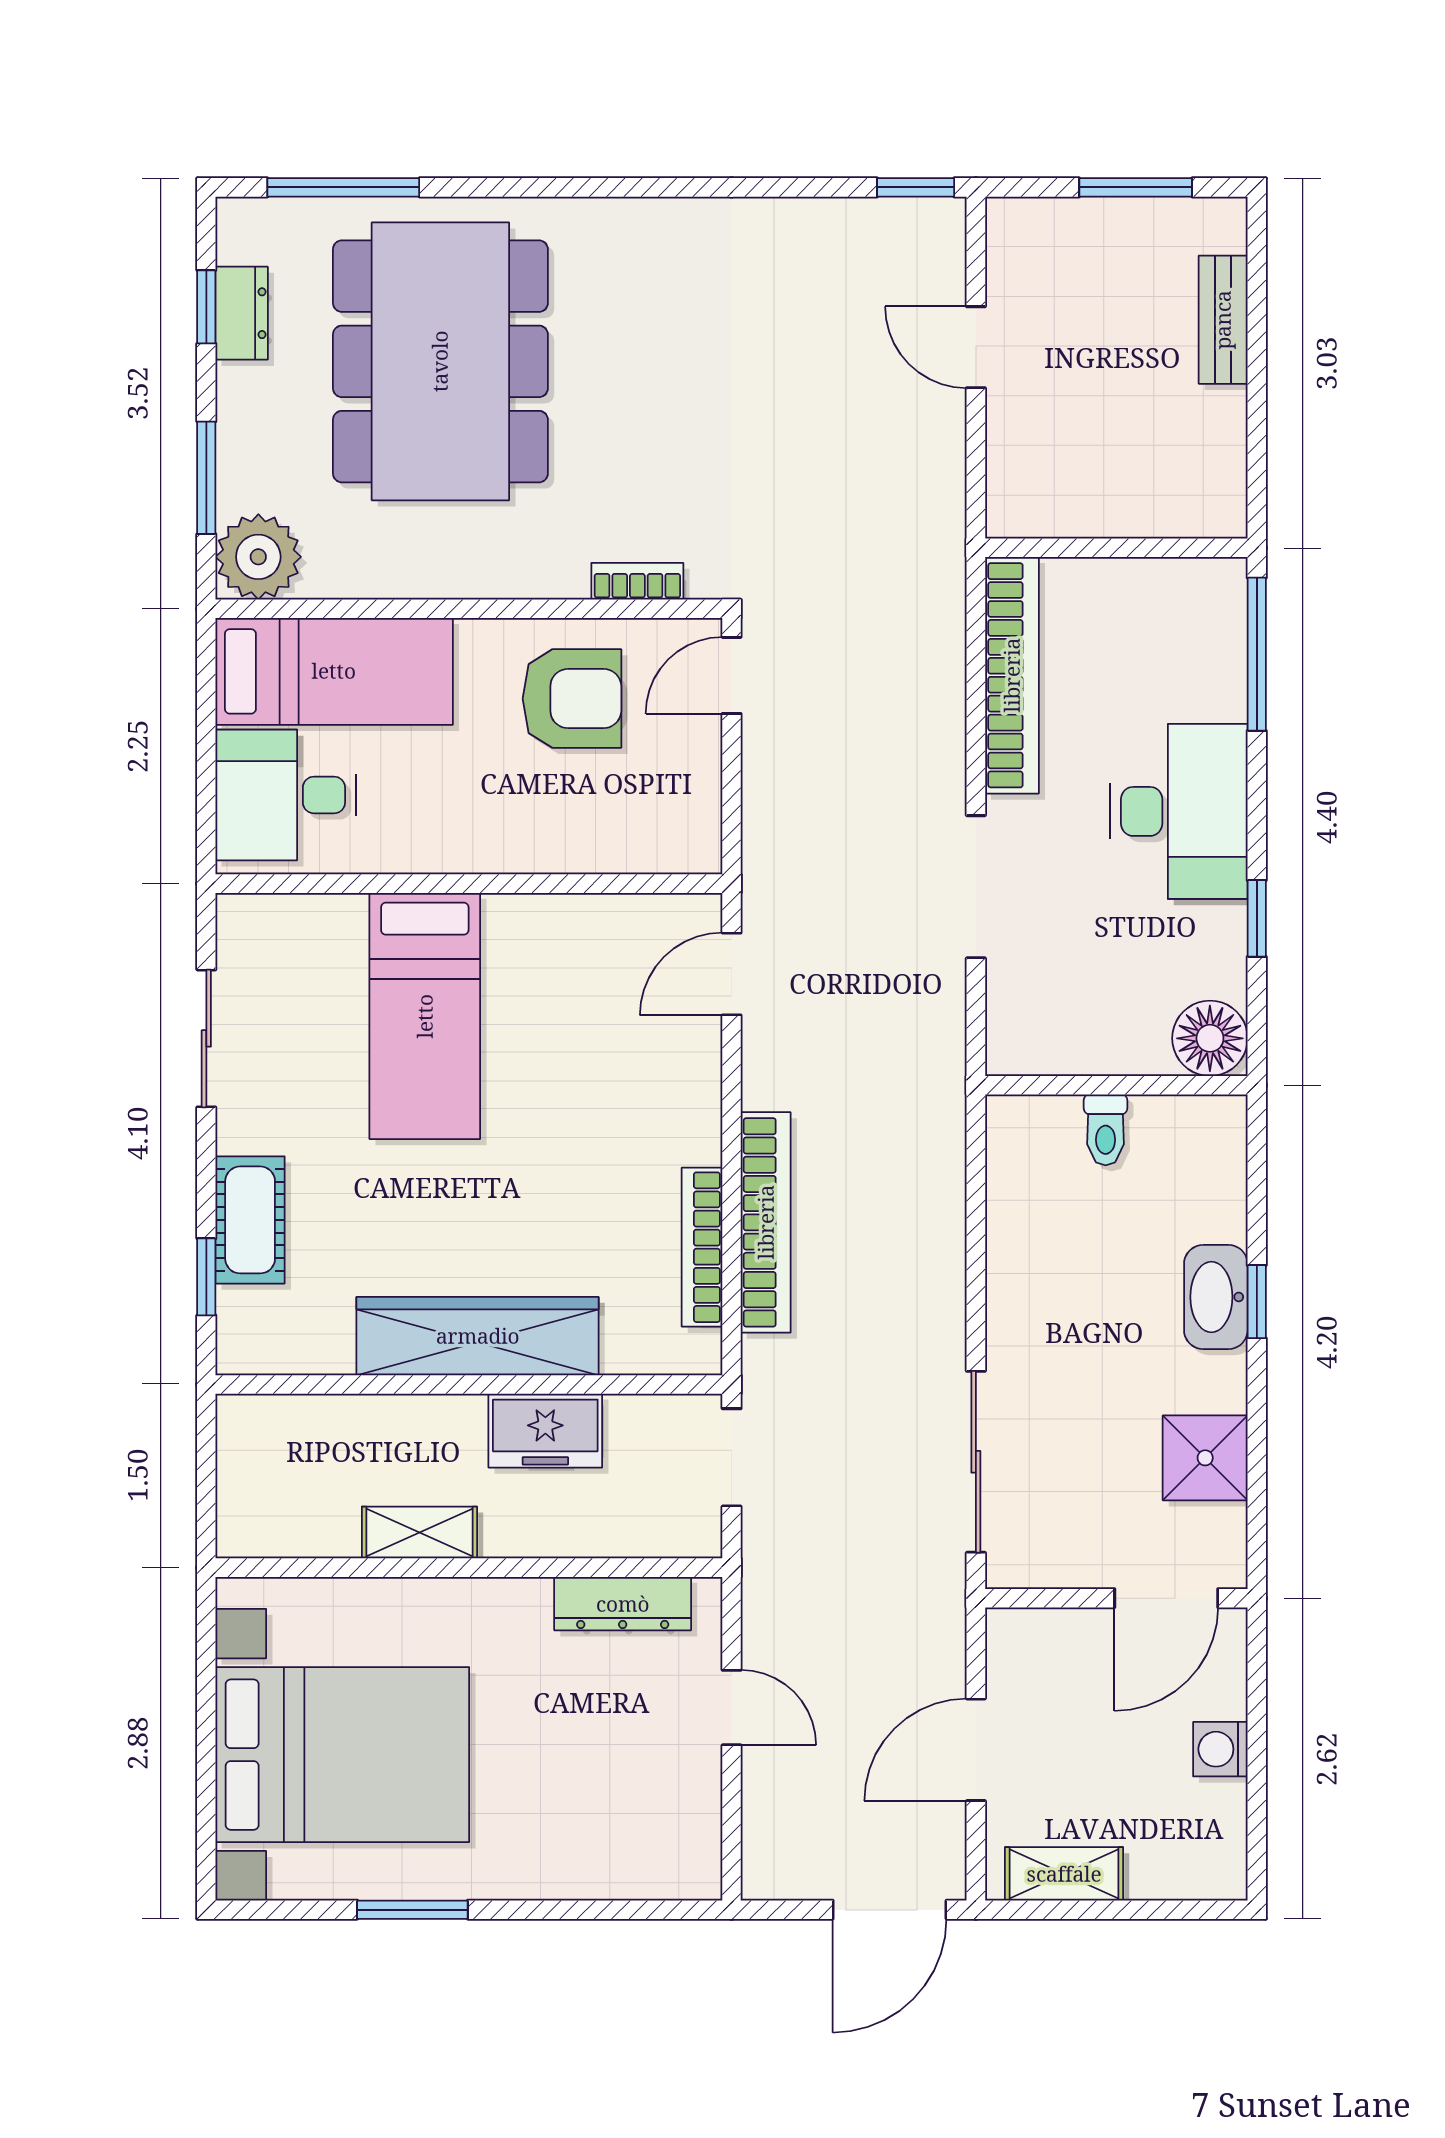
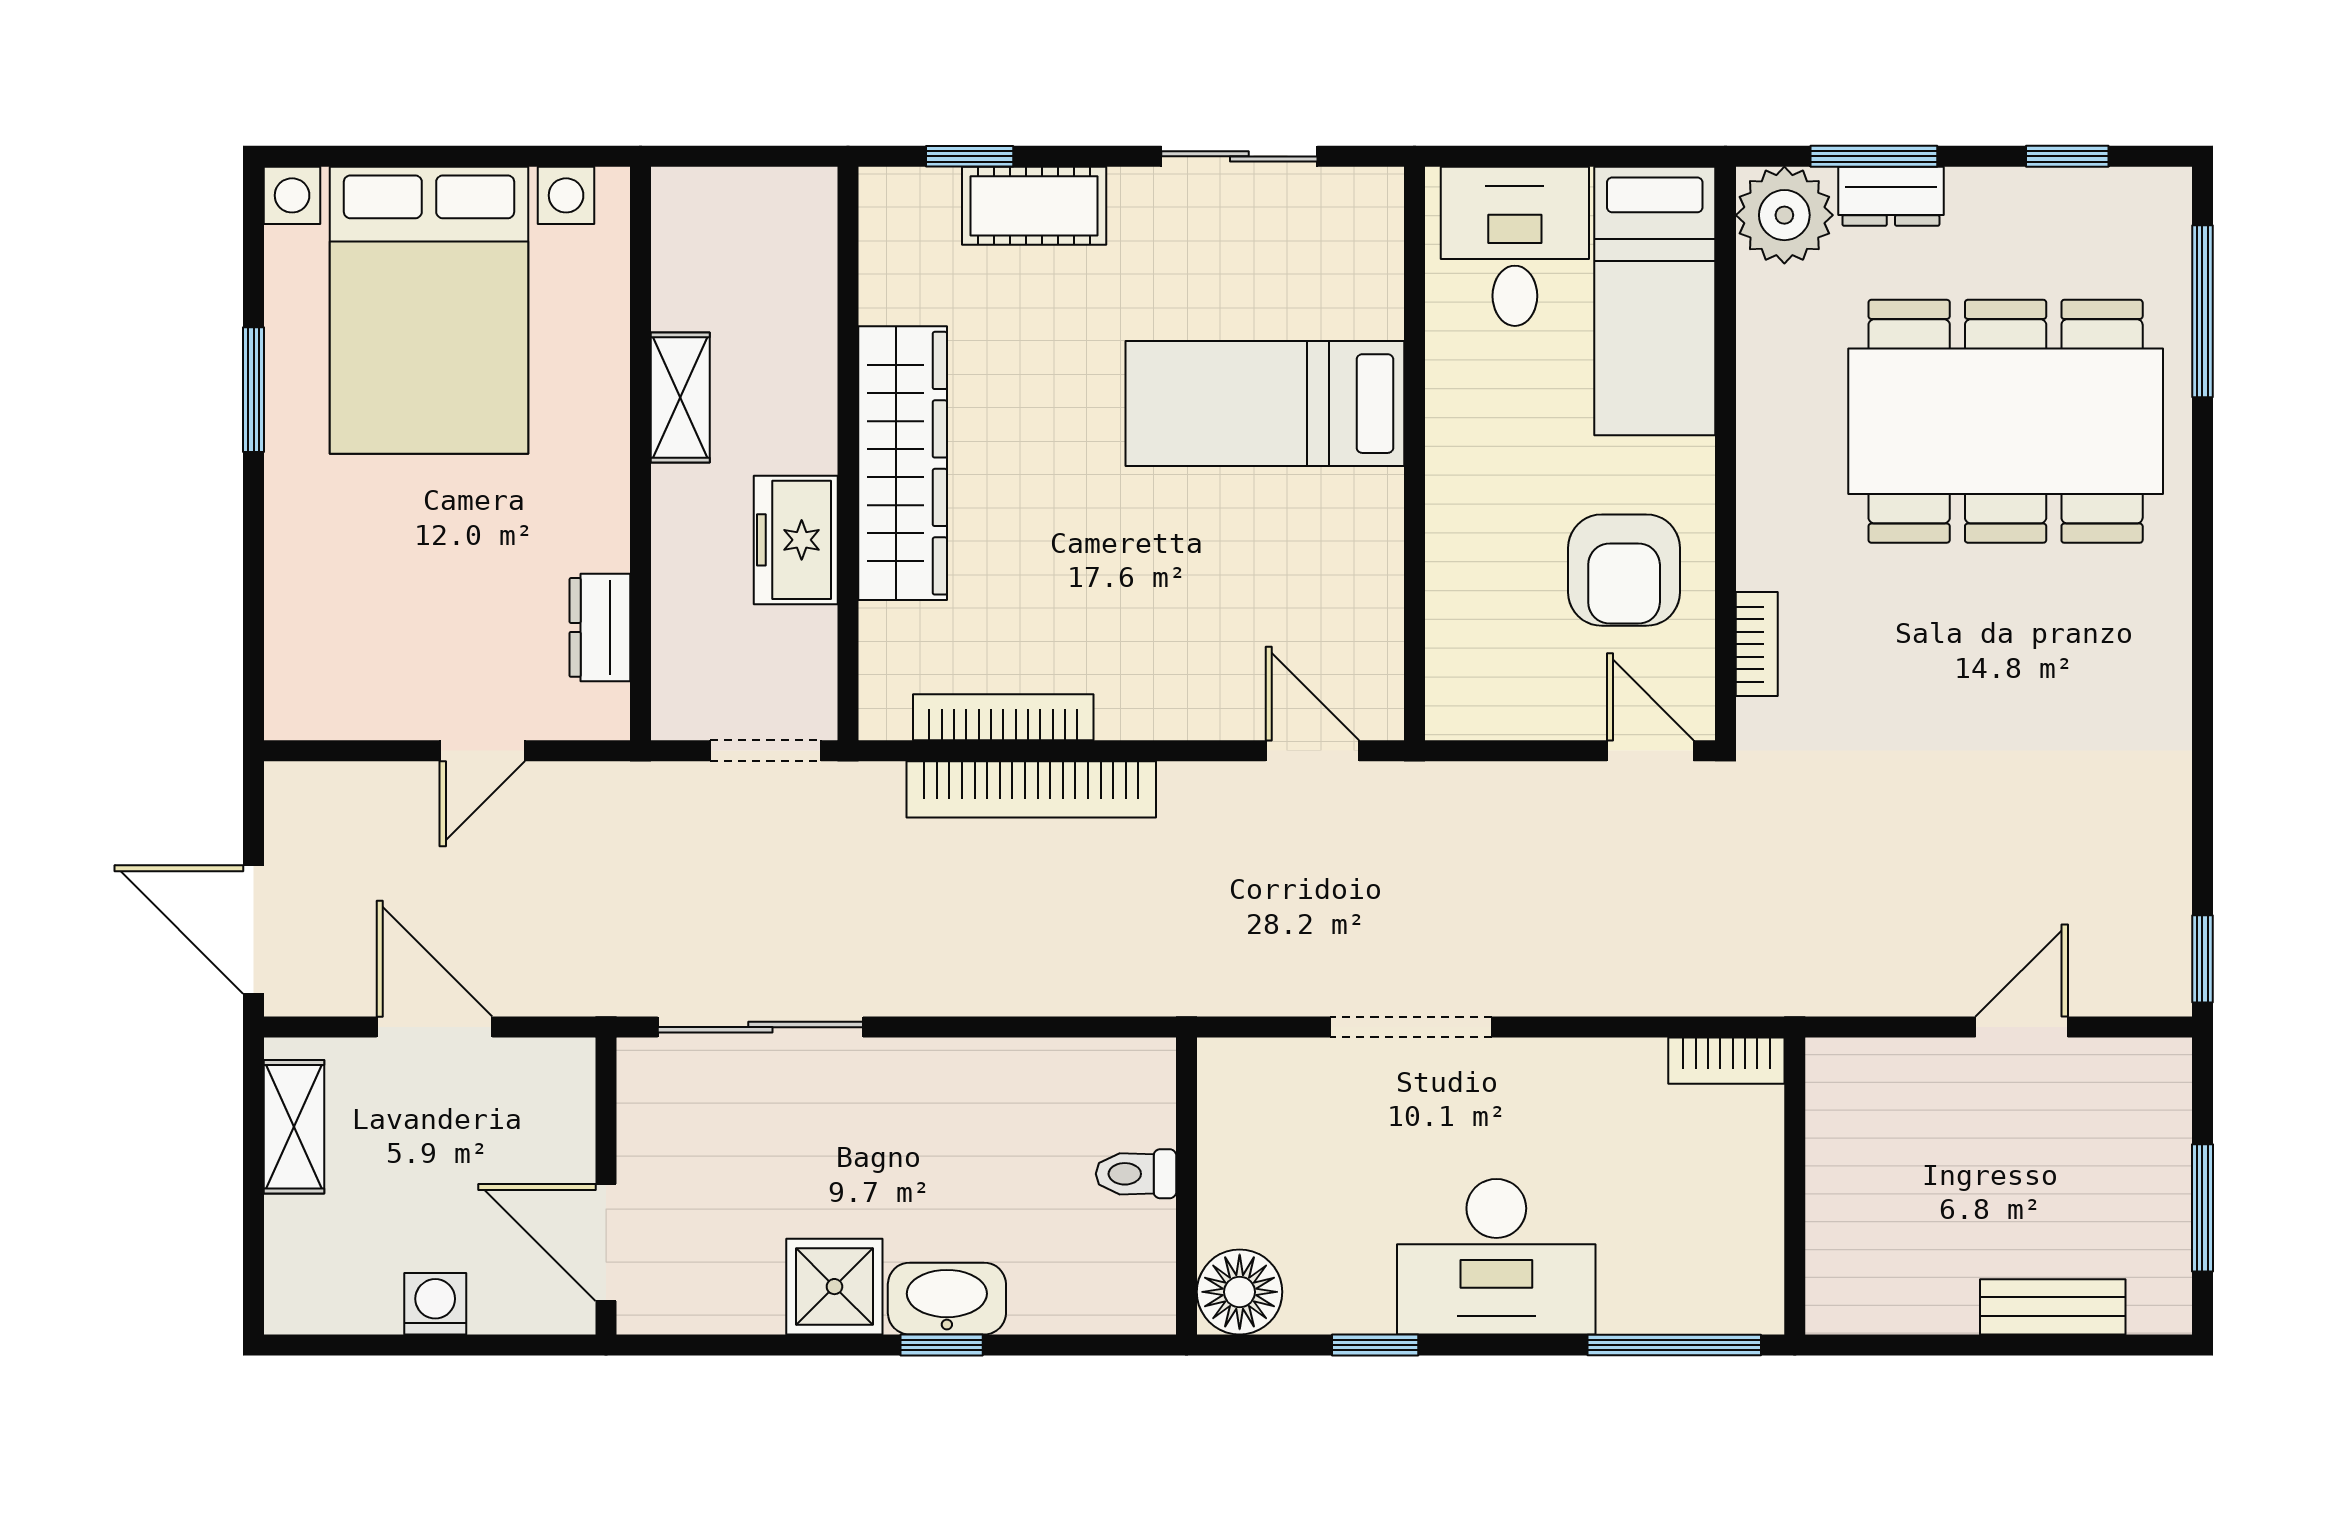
dresser: (242, 313) -> (1891, 196), moved
bookcase: (1012, 675) -> (1726, 1061), width x0.43, depth x0.76
shower: (1205, 1458) -> (834, 1287), moved
dresser: (623, 1604) -> (600, 627), width x0.70

